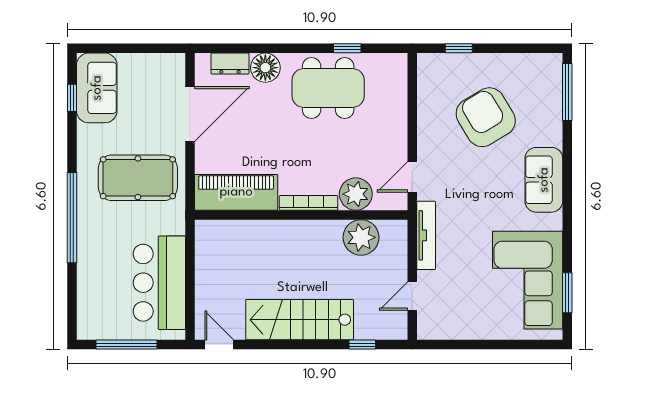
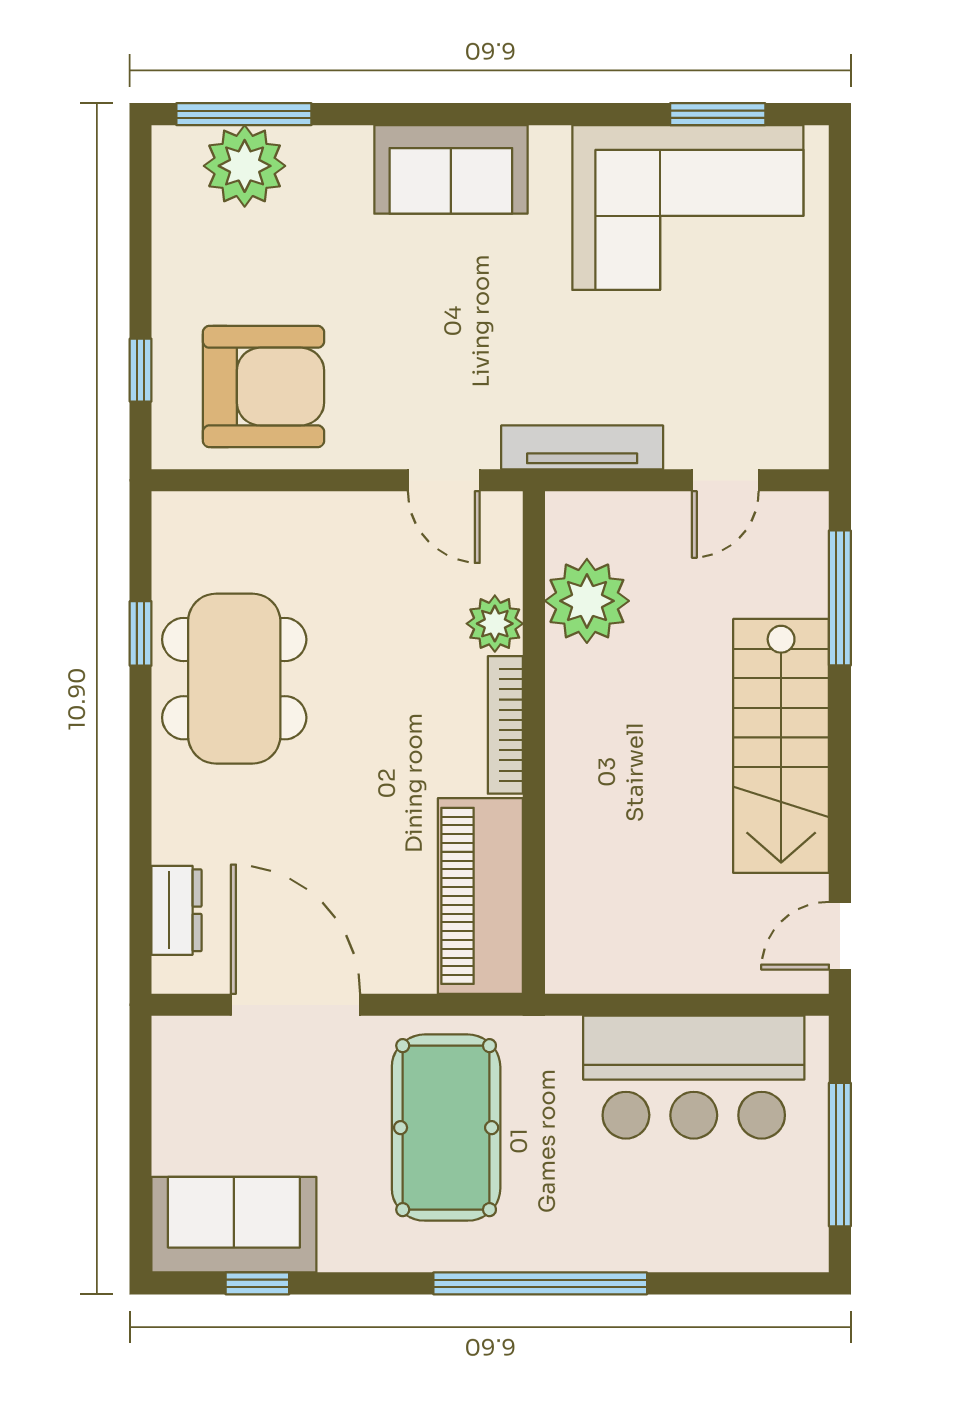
floor lamp: (265, 68) -> (186, 827), removed
plant: (545, 92) -> (245, 166), added
armchair: (486, 117) -> (263, 387), moved, turned -149
plant: (356, 194) -> (495, 624), width x0.73, depth x0.73
door: (412, 296) -> (725, 480), hinge flipped
window: (362, 345) -> (840, 598), width x2.17

